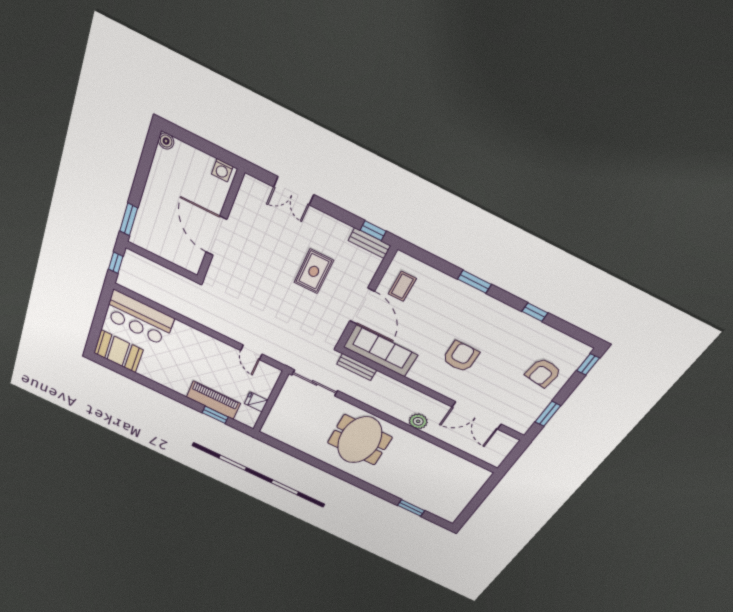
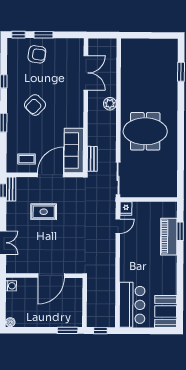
armchair: (461, 357) -> (35, 105), moved, turned -46
fridge: (256, 402) -> (126, 209), moved
window: (548, 414) -> (44, 35), moved

